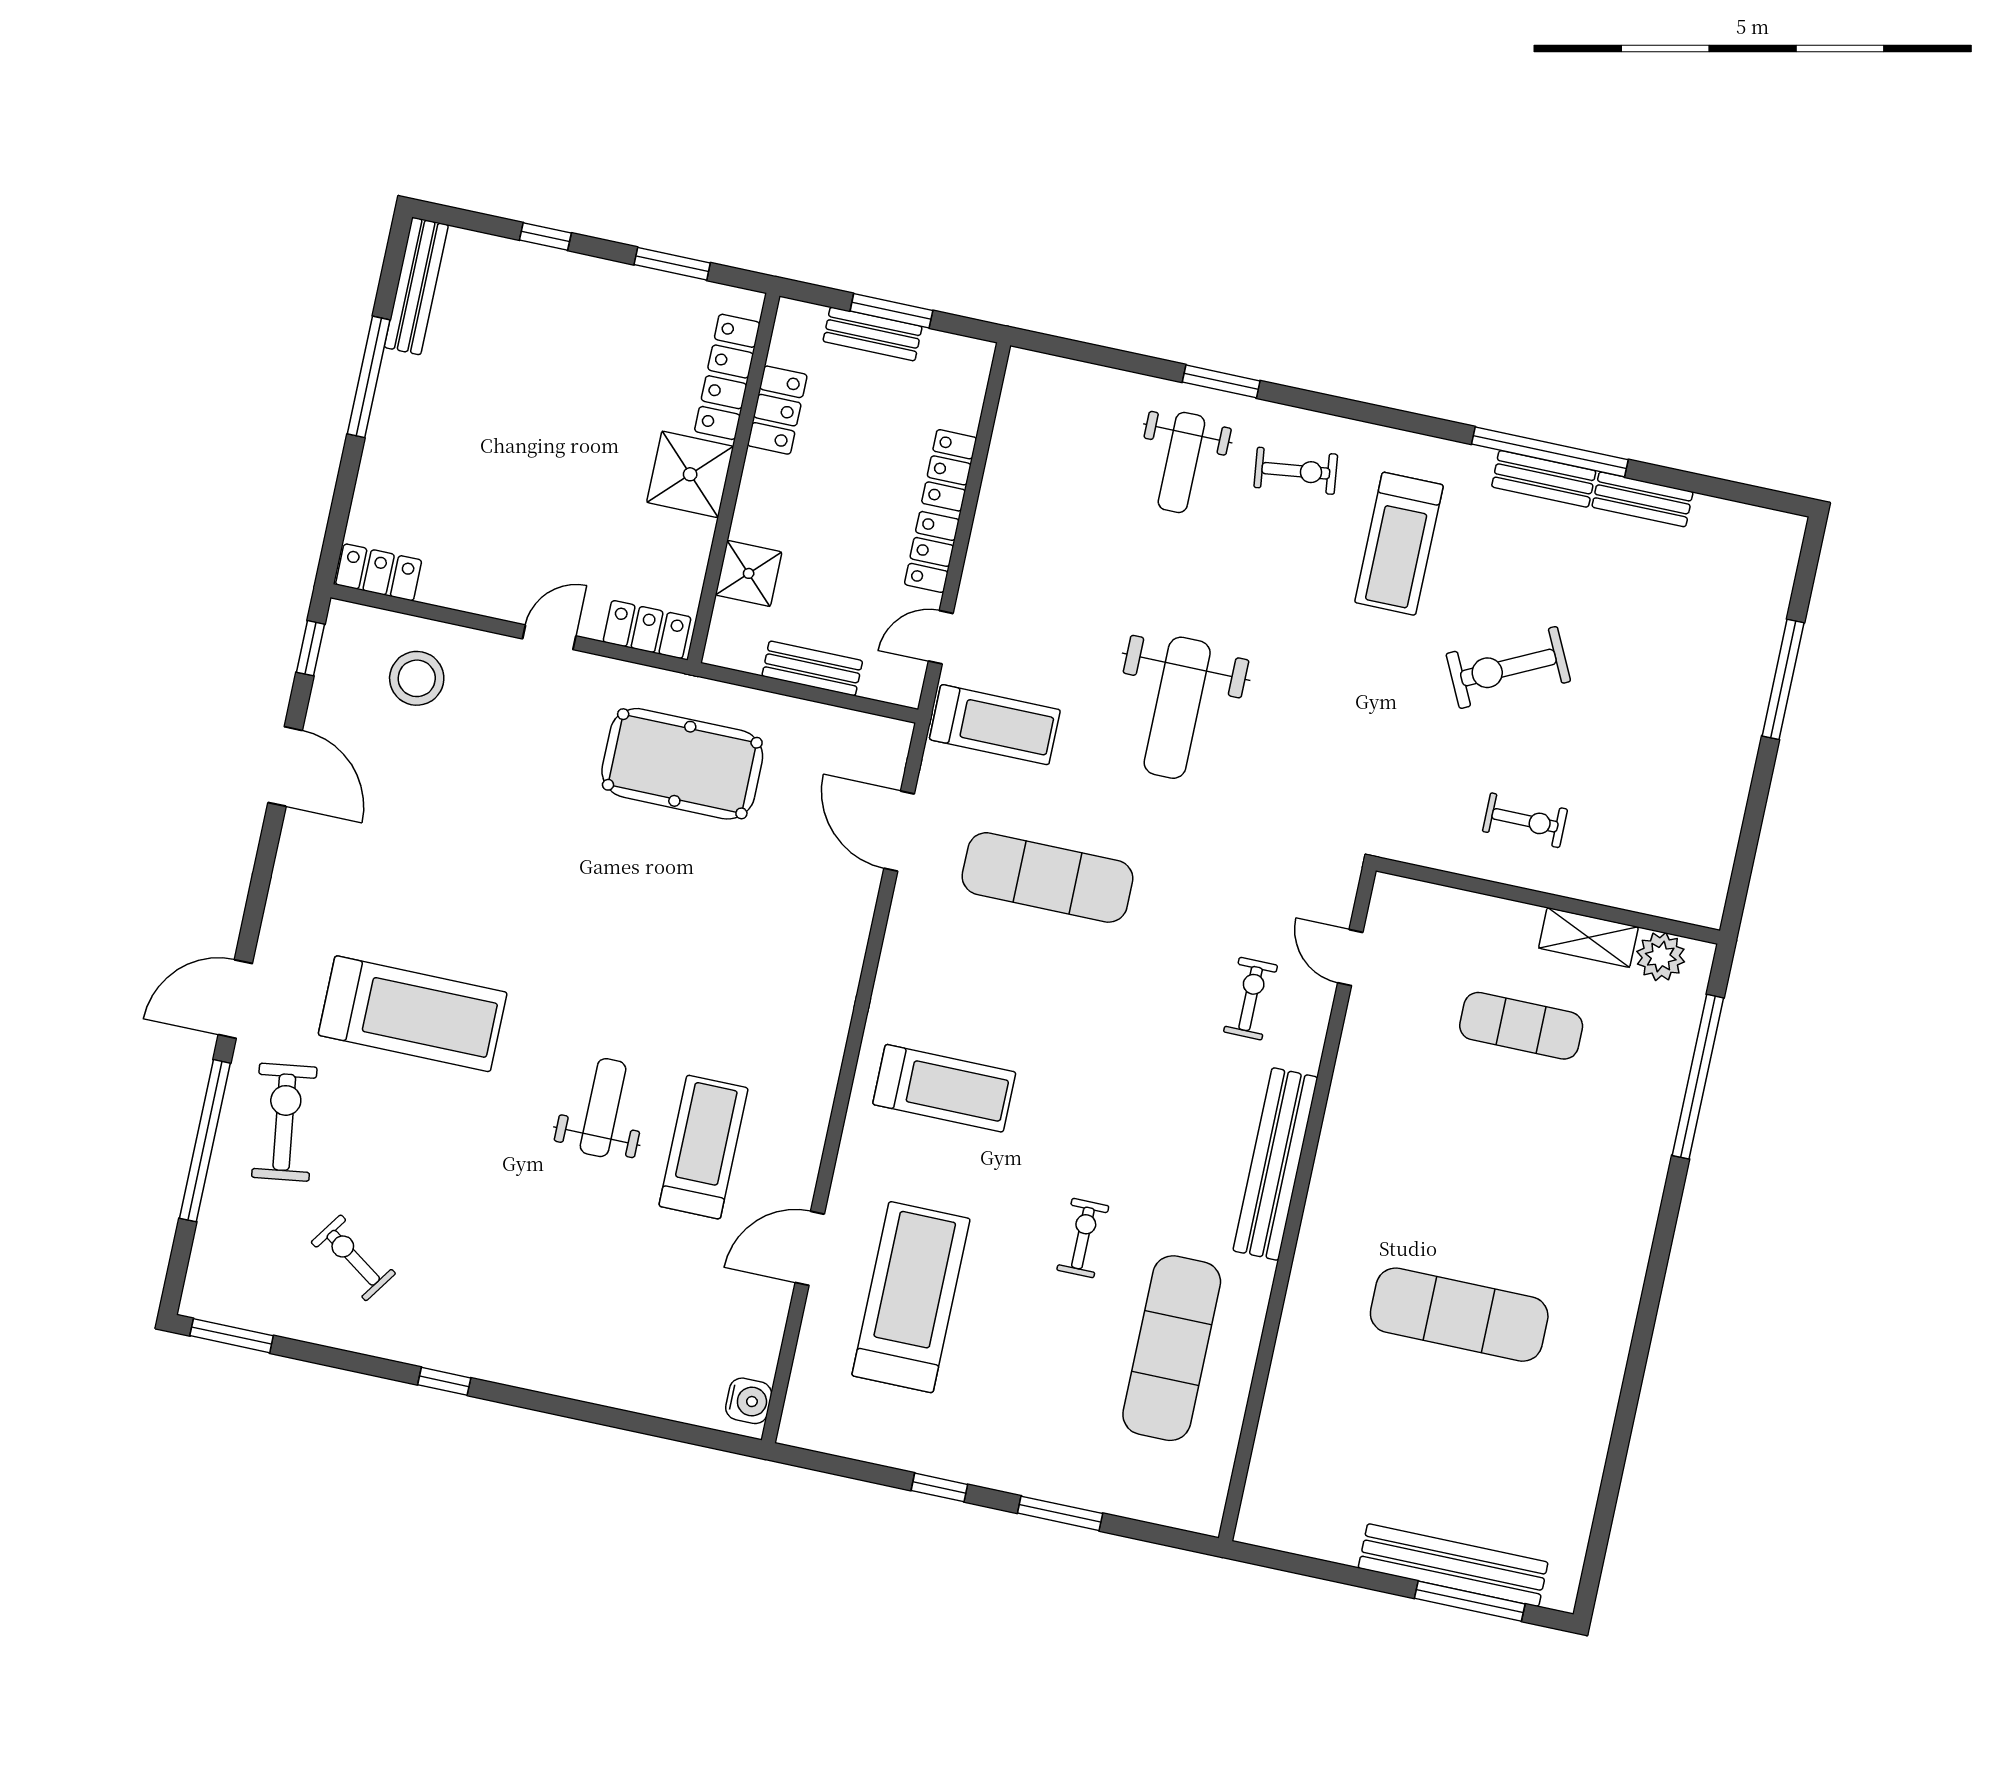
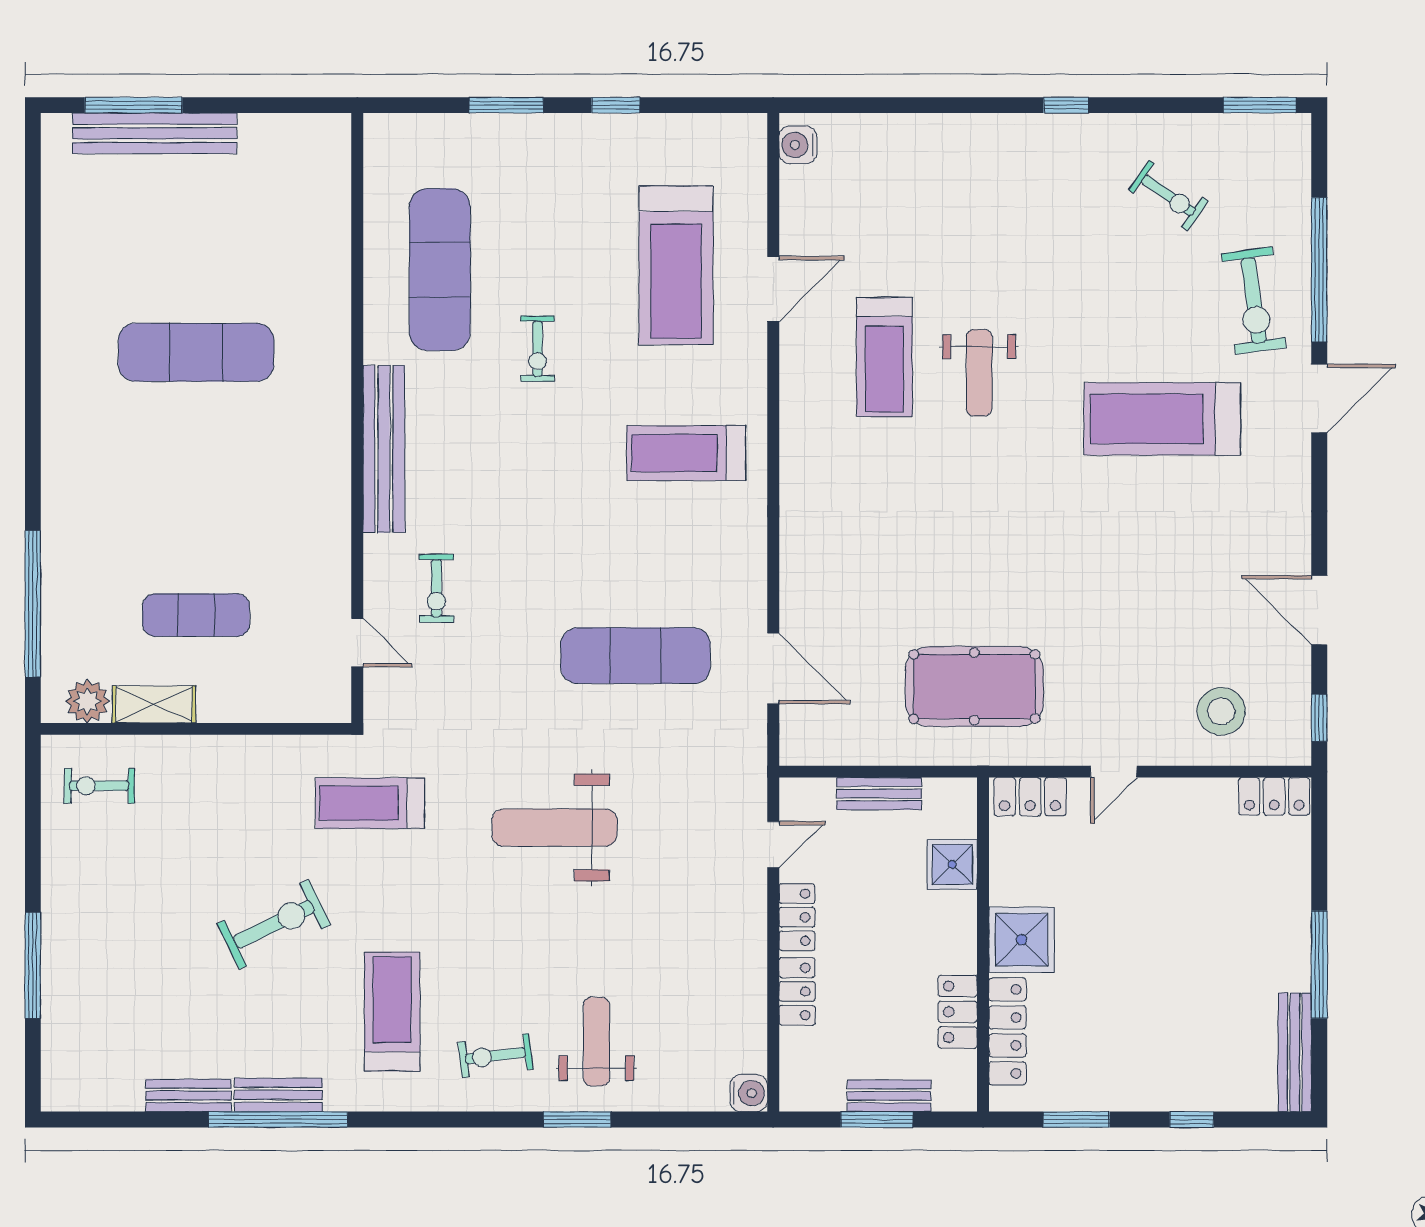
water cooler: (1026, 370) -> (749, 1093), added
weight bench: (1177, 708) -> (554, 828), turned -90
treadmill: (995, 725) -> (370, 803), moved
exercise bike: (1525, 820) -> (99, 786), moved

